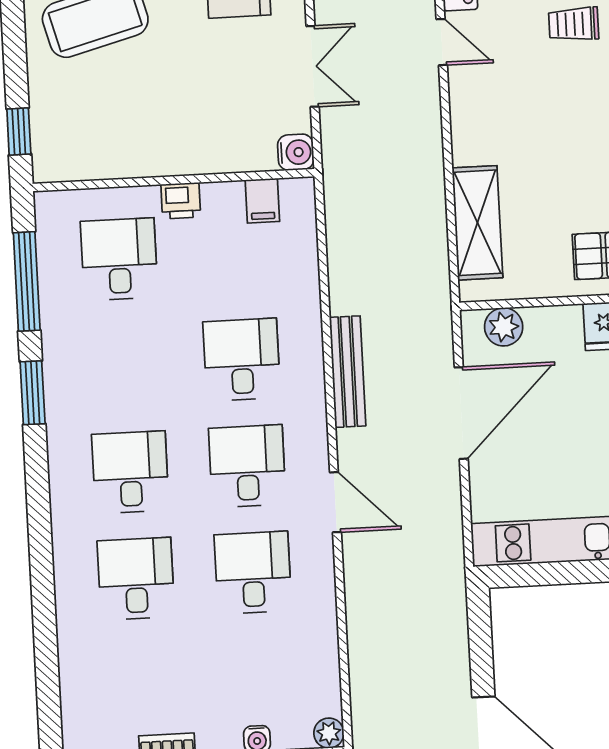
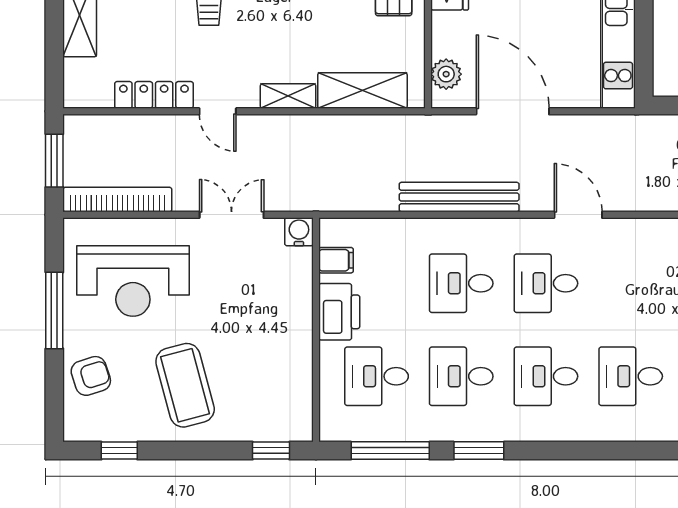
door: (442, 42) -> (218, 111), swing flipped
shelving: (466, 130) -> (288, 96), added
printer: (181, 201) -> (339, 312), width x1.87, depth x1.48
bench: (348, 372) -> (459, 197), width x1.37, depth x1.21
door: (335, 502) -> (578, 215), hinge flipped
desk: (253, 573) -> (461, 376), moved

